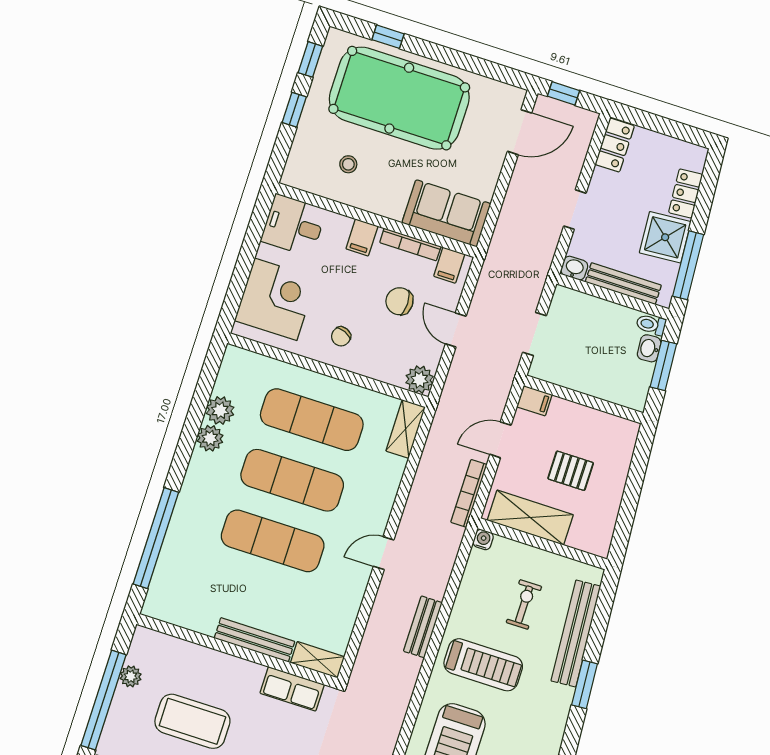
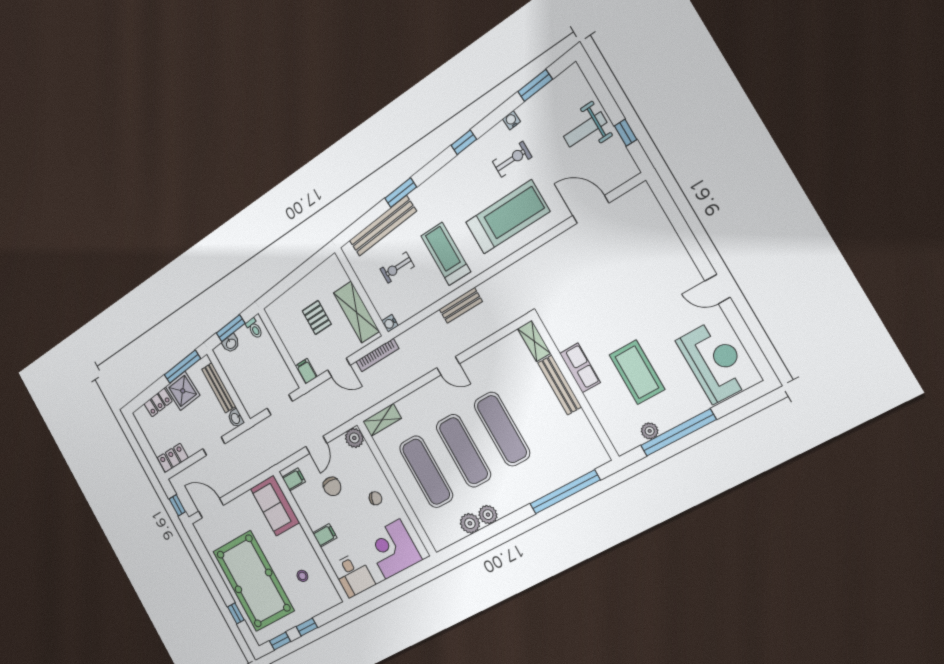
bookcase: (410, 244) -> (304, 508), removed
toilet: (651, 325) -> (254, 328), moved
row of seats: (292, 689) -> (580, 368), moved

